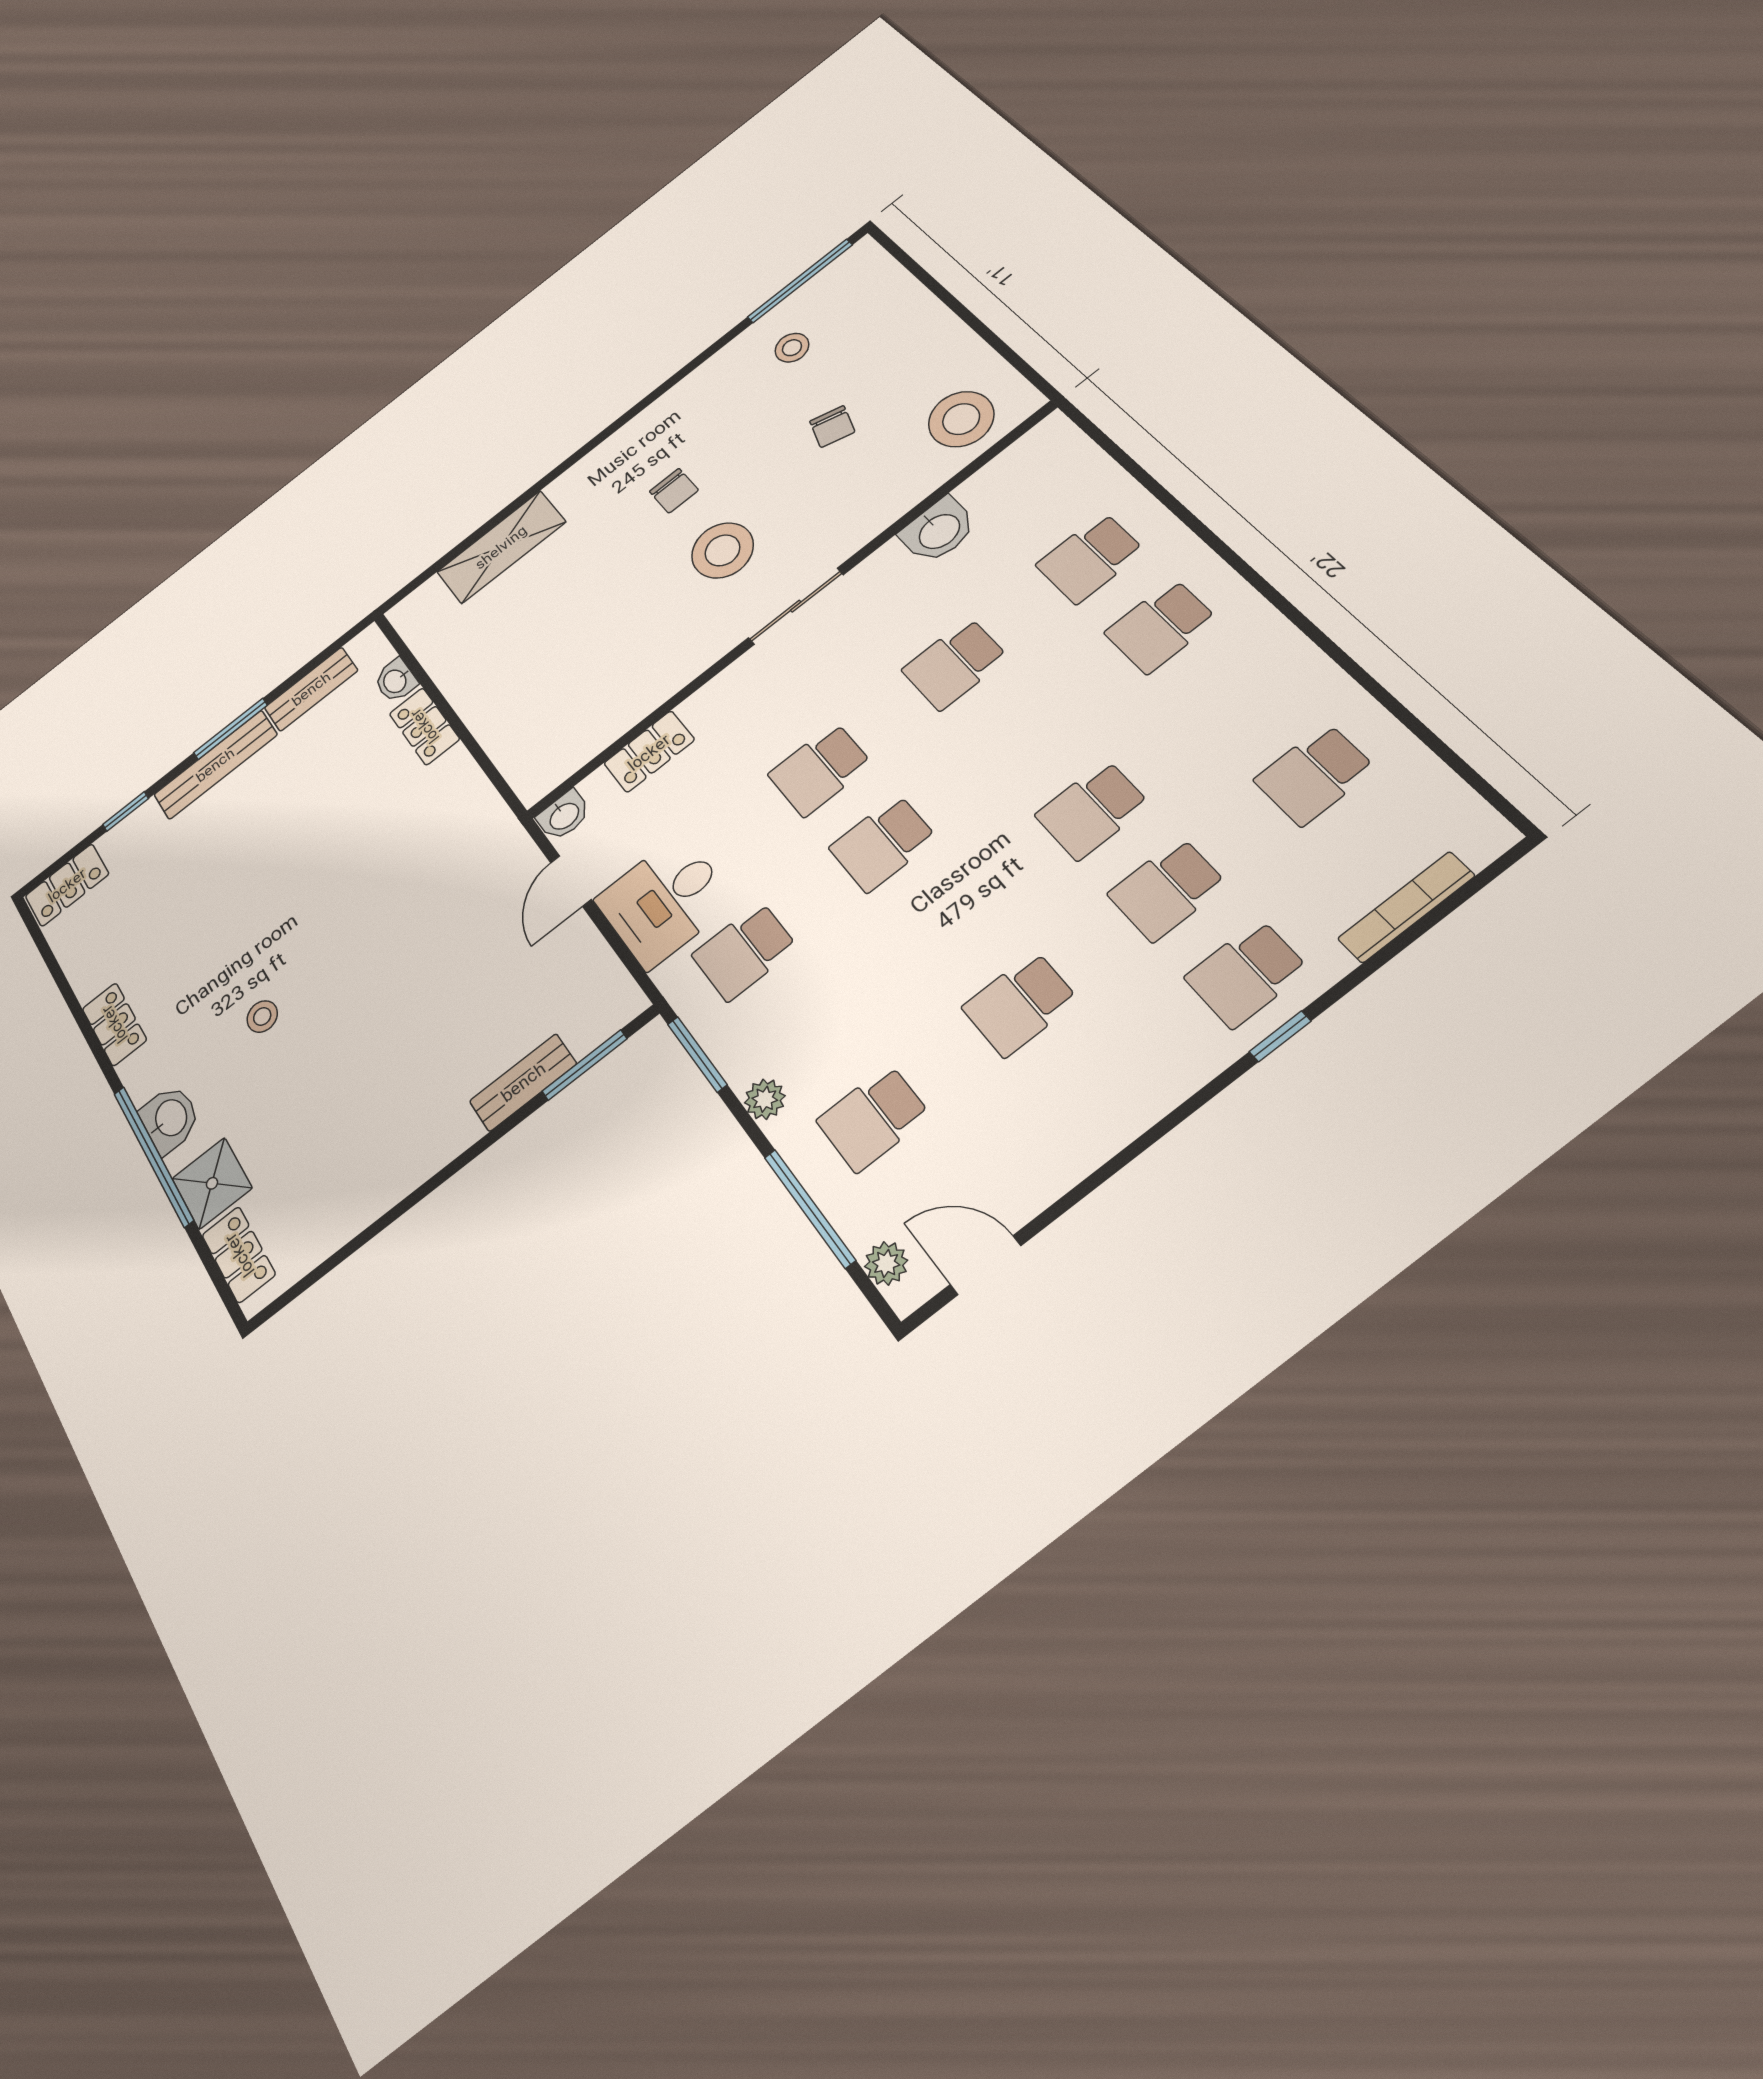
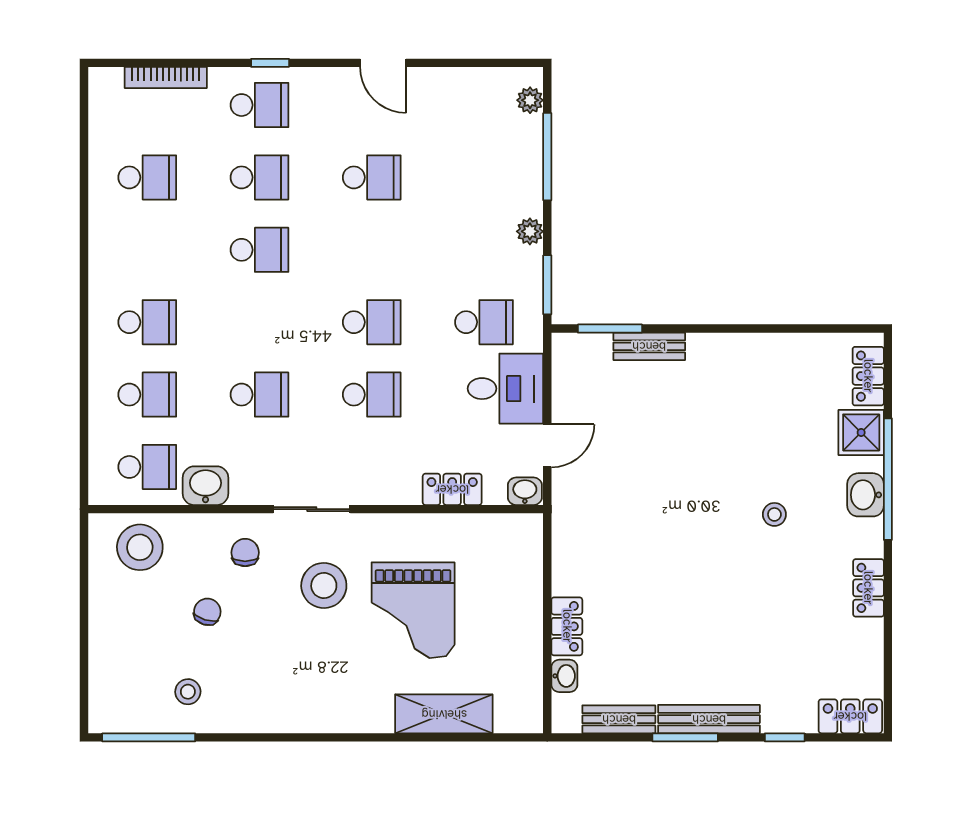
chair: (674, 491) -> (245, 553), moved
grand piano: (605, 607) -> (413, 610), added
school desk: (873, 1118) -> (147, 467), moved
door: (985, 1265) -> (383, 63), moved

